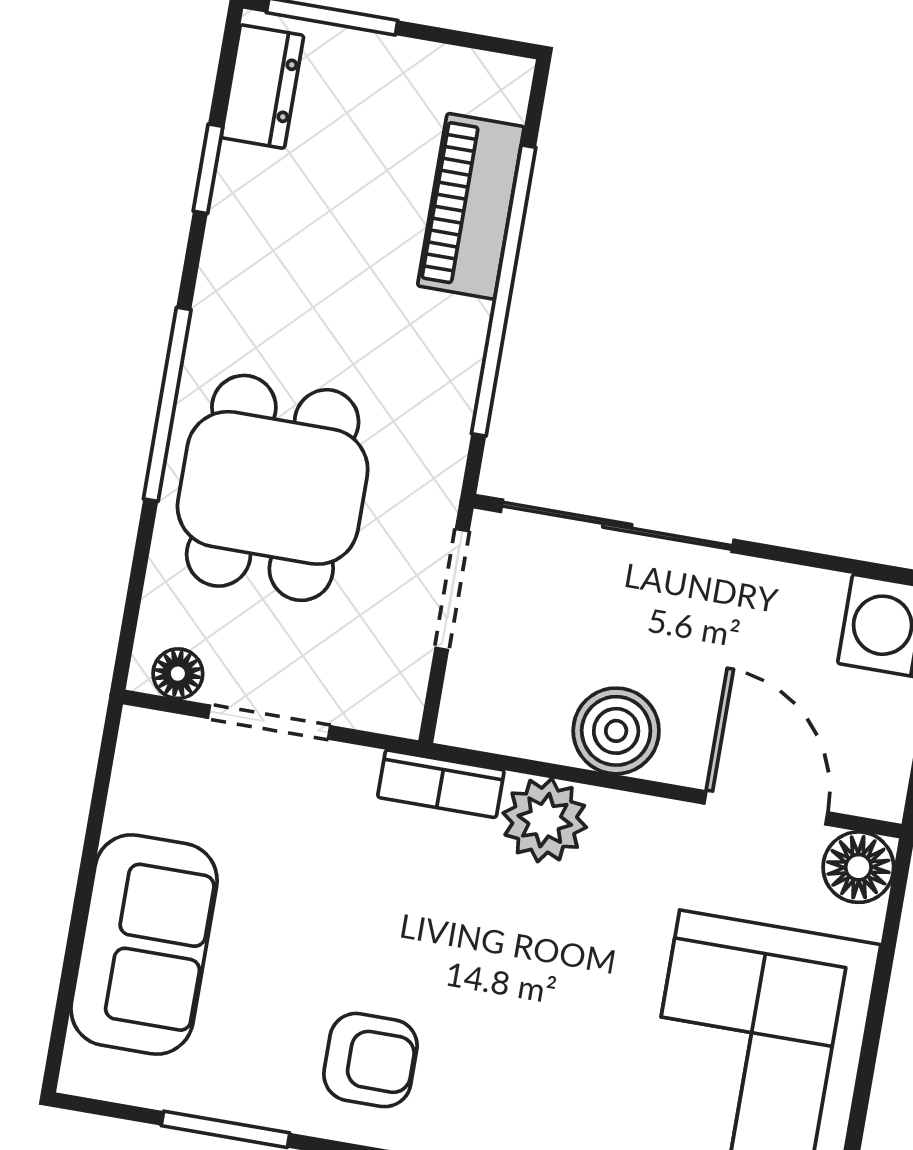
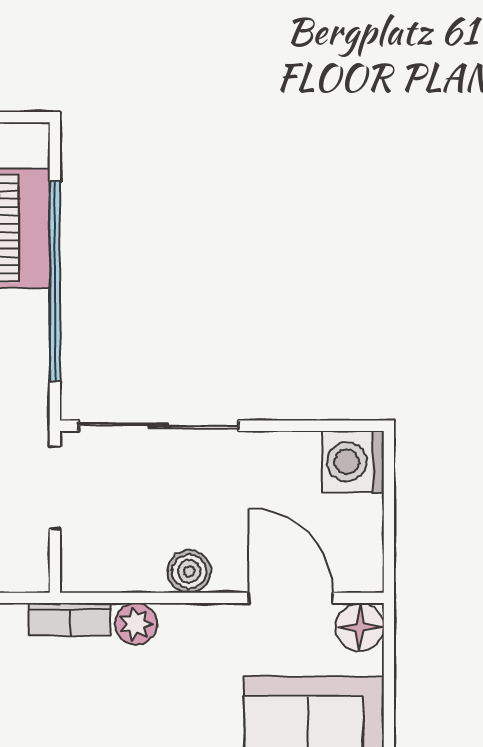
boiler: (616, 731) -> (189, 571), width x0.73, depth x0.73
plant: (545, 820) -> (136, 624), width x0.73, depth x0.73

